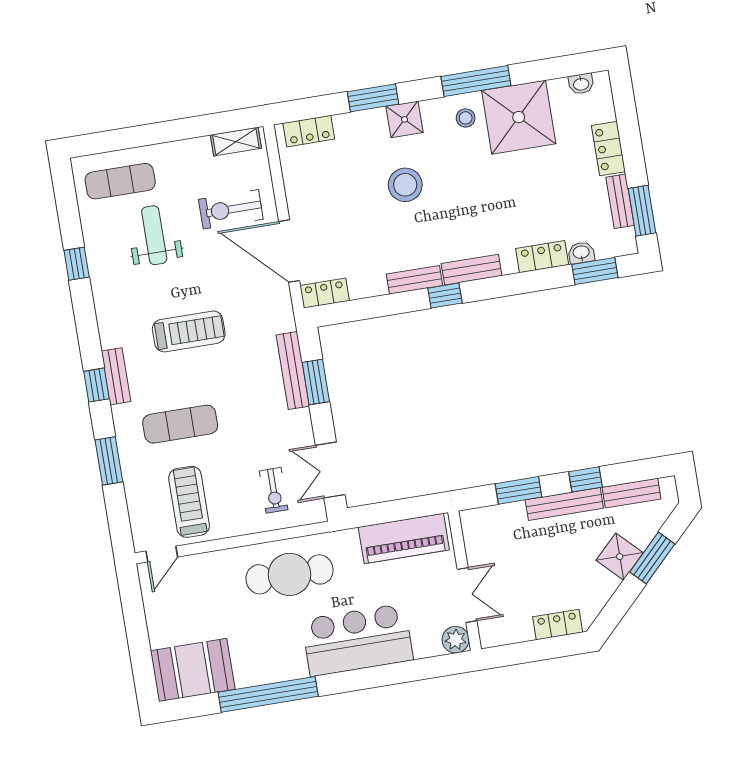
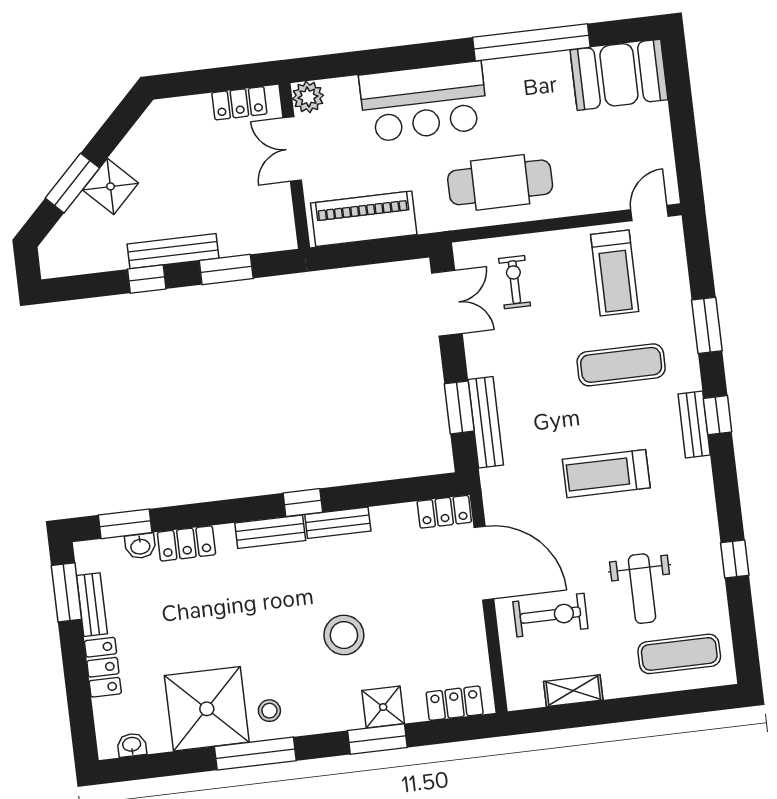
shower: (405, 119) -> (383, 707), moved
shelving: (236, 142) -> (573, 691), moved
bench: (632, 493) -> (93, 260), removed
locker: (558, 625) -> (239, 103), moved

